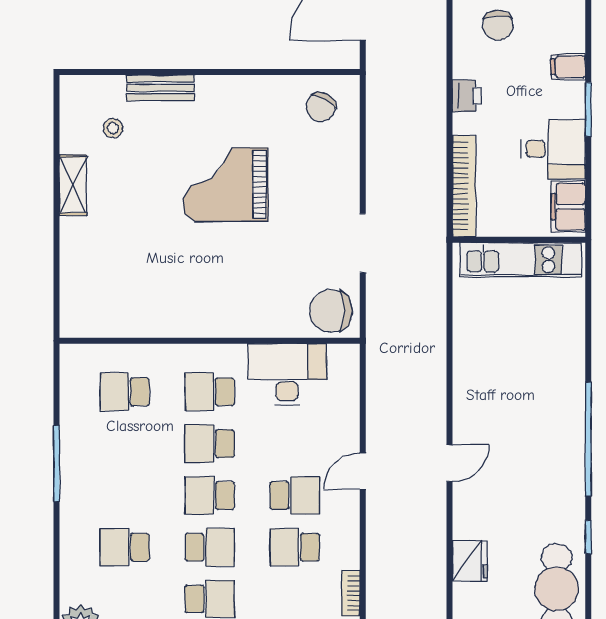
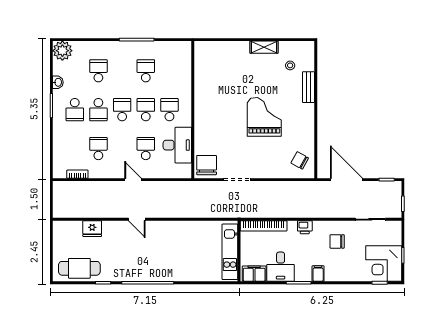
school desk: (125, 392) -> (146, 71), moved
school desk: (295, 495) -> (146, 149), moved, turned 180

